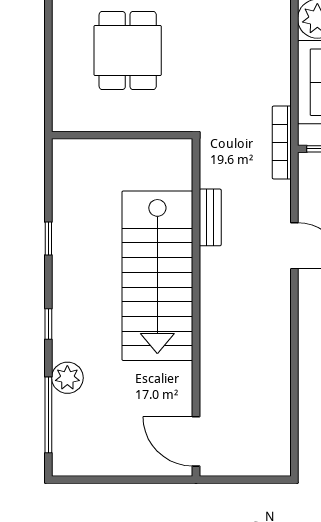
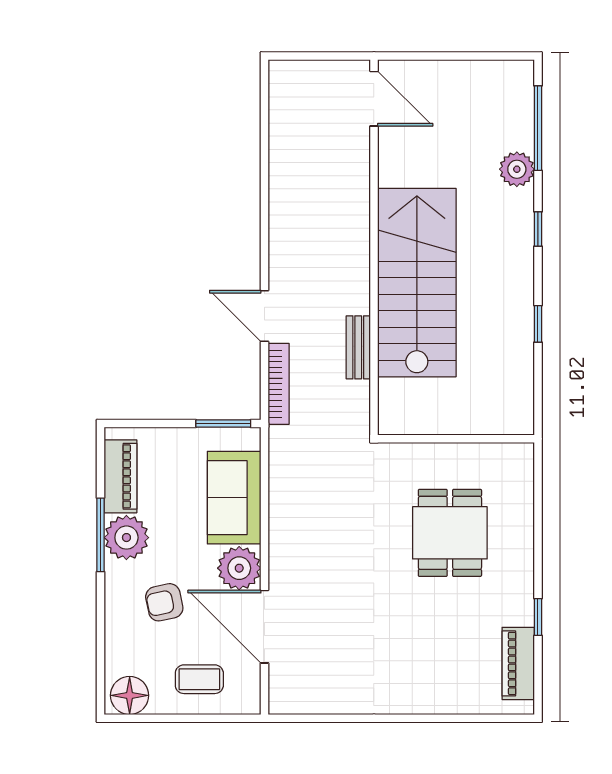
bookcase: (282, 143) -> (279, 384), moved

